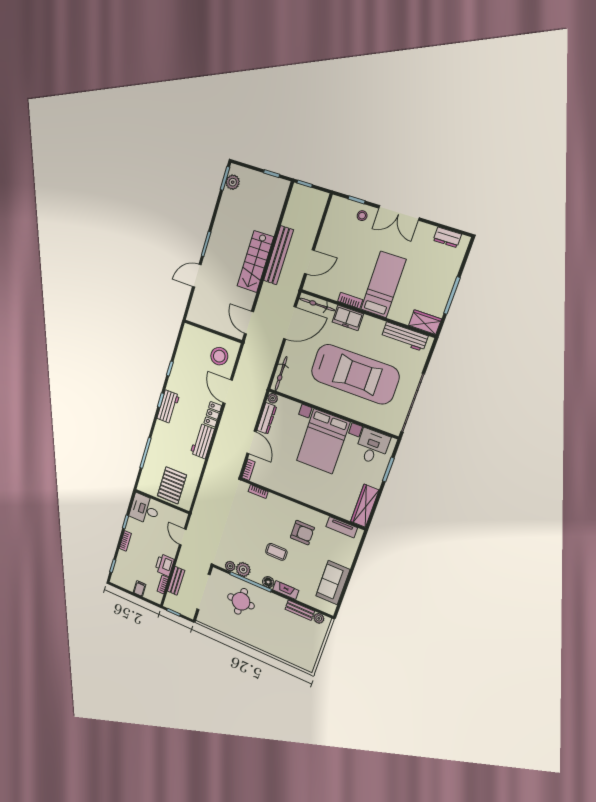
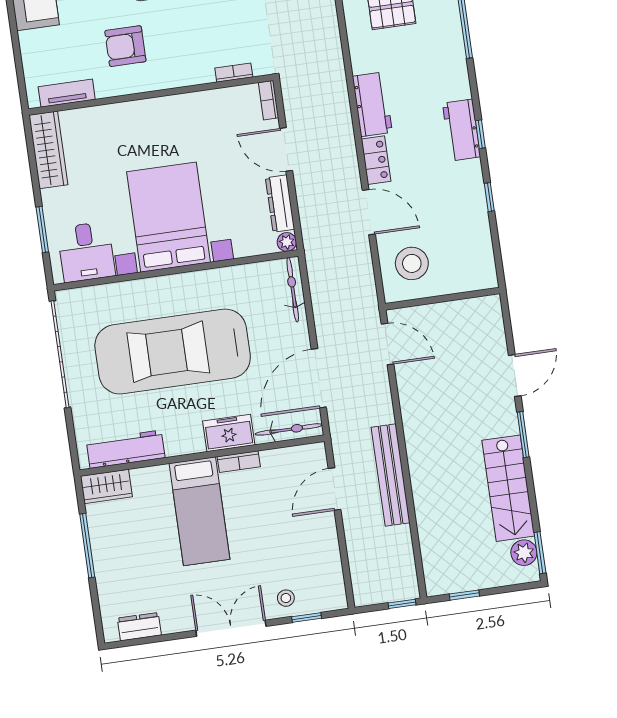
stairs: (255, 262) -> (508, 488), moved, turned 180

